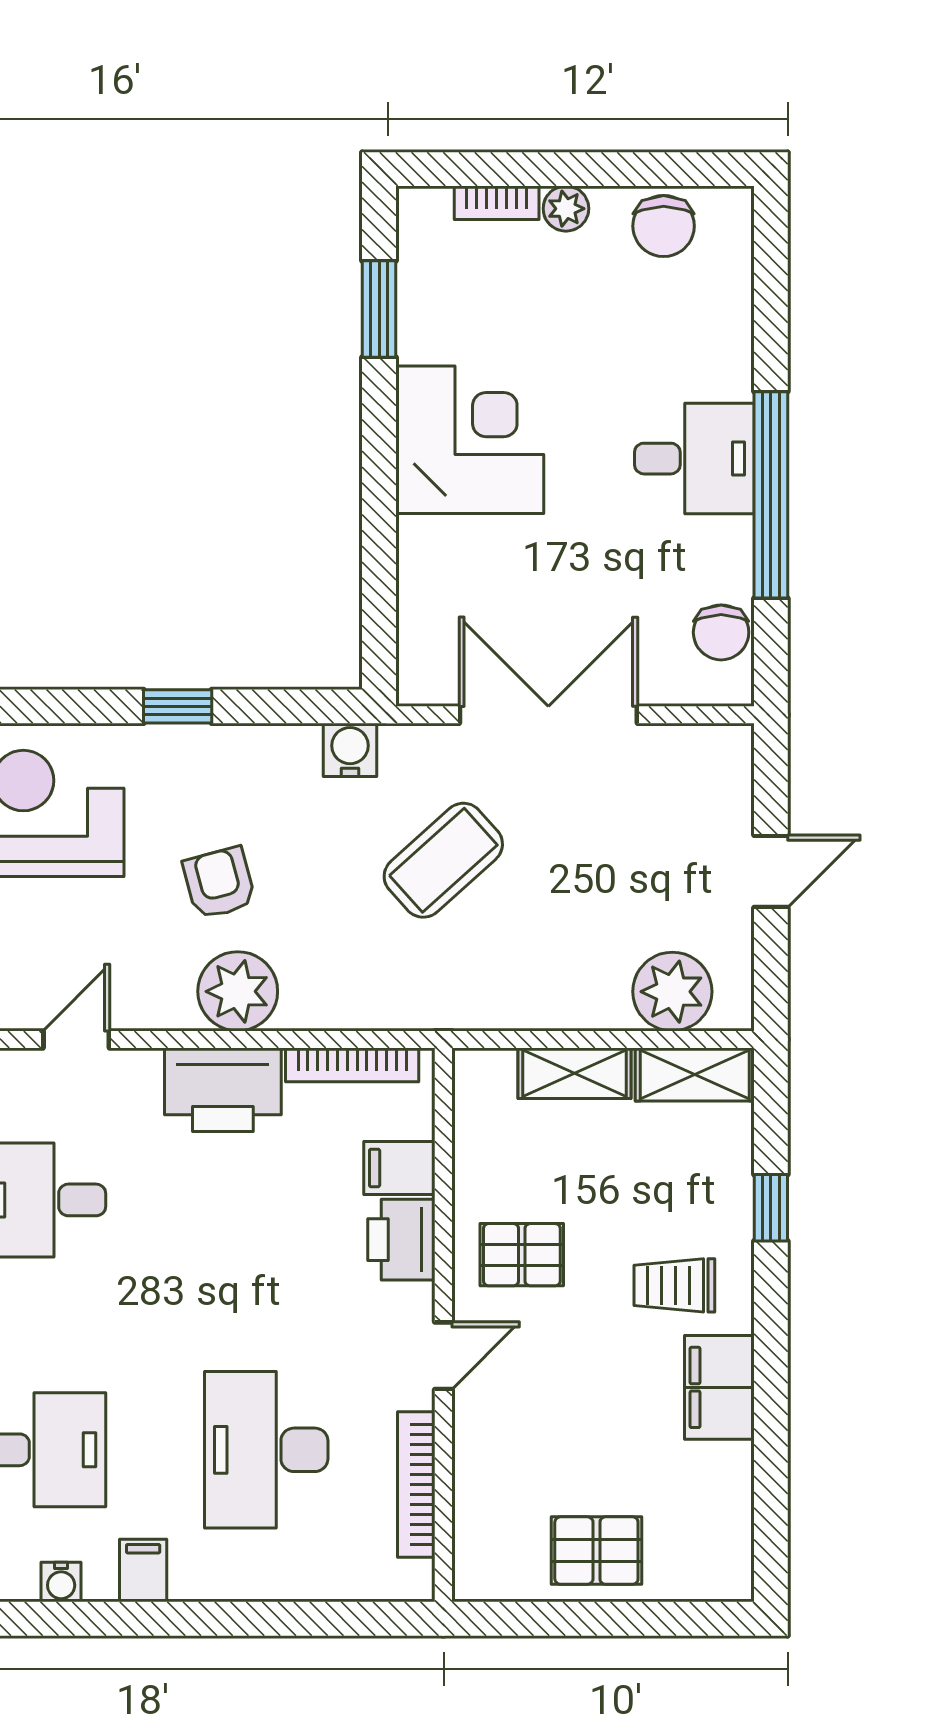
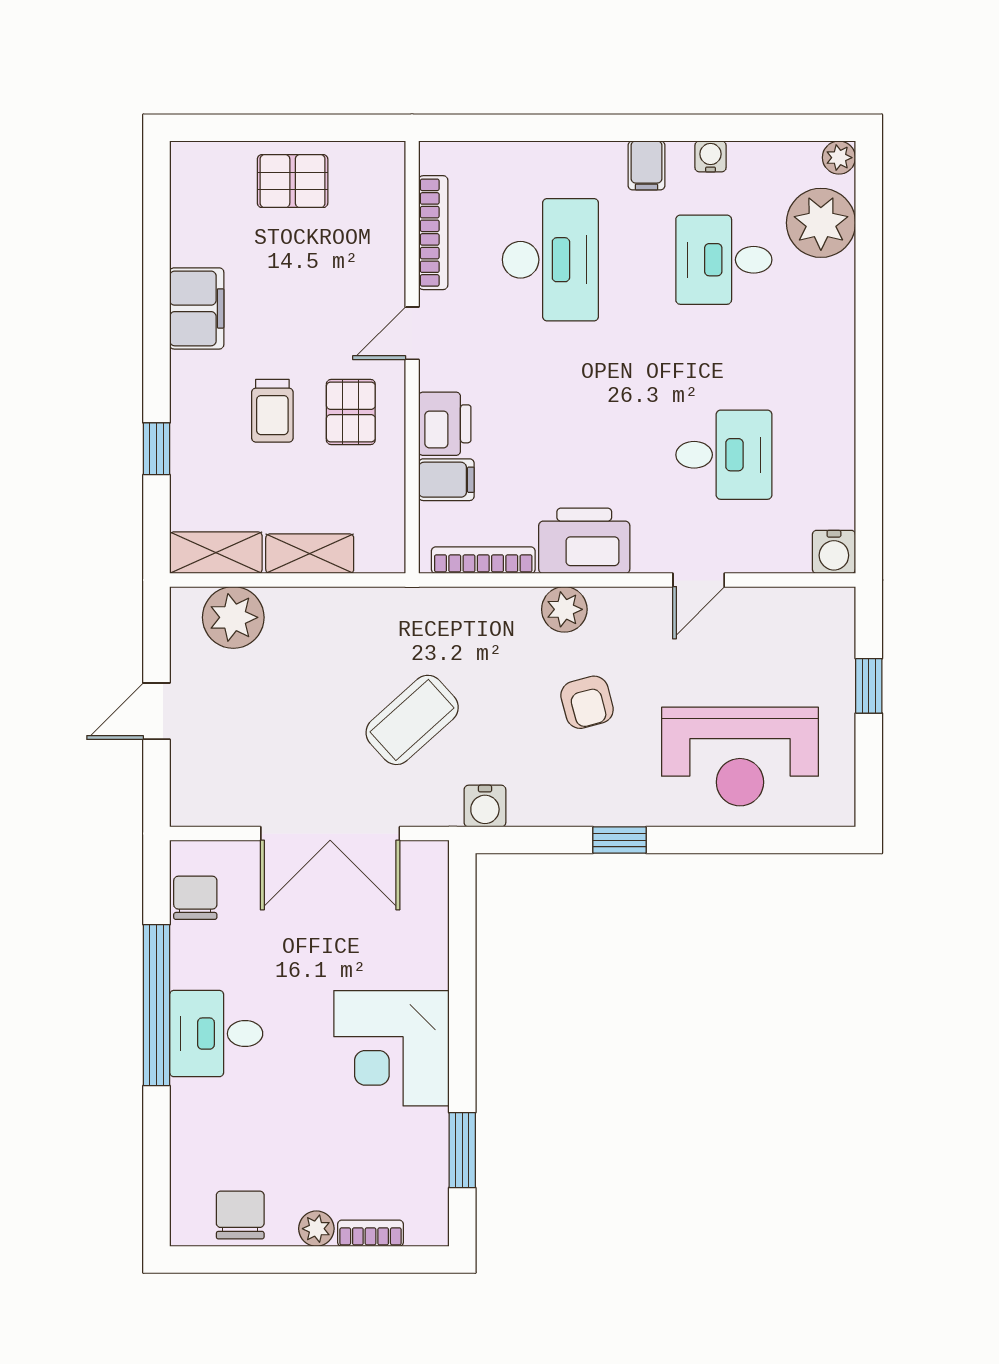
plant: (238, 991) -> (564, 609), width x0.73, depth x0.73
pallet: (522, 1255) -> (351, 412), turned 90
trolley: (674, 1285) -> (272, 411), moved, turned 90

